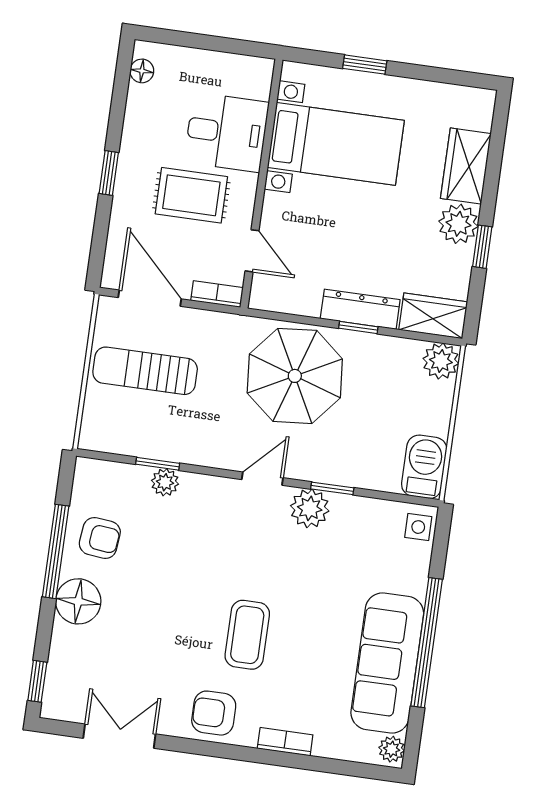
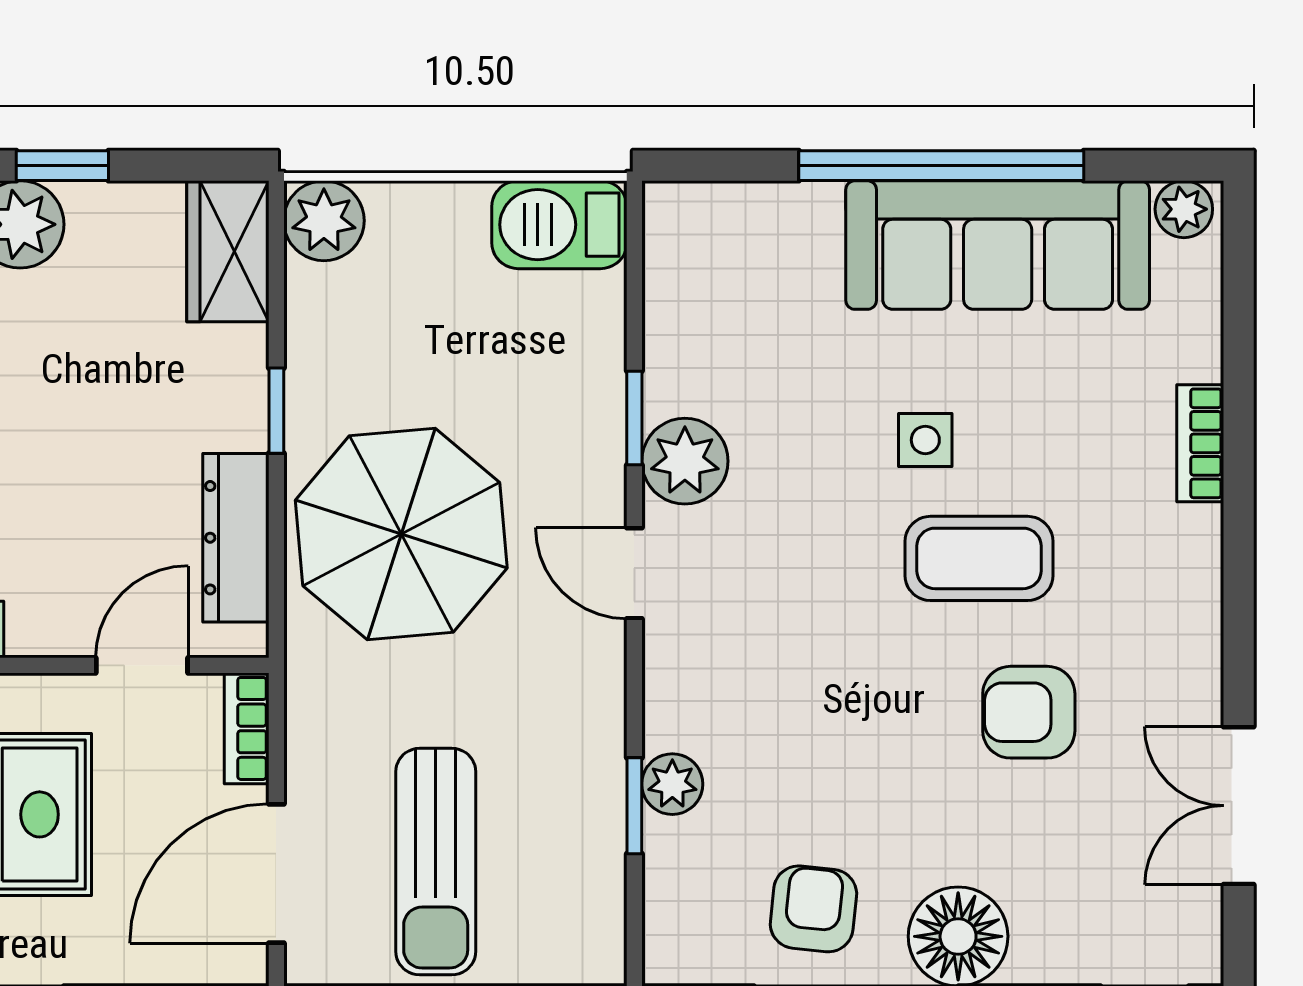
dresser: (360, 309) -> (236, 538), moved
side table: (418, 527) -> (925, 440), moved
armchair: (214, 713) -> (1029, 712), moved, turned 90

